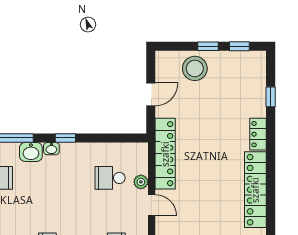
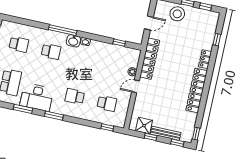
window: (65, 138) -> (119, 43), moved
school desk: (110, 178) -> (115, 66), removed
door: (152, 205) -> (135, 86), swing flipped

